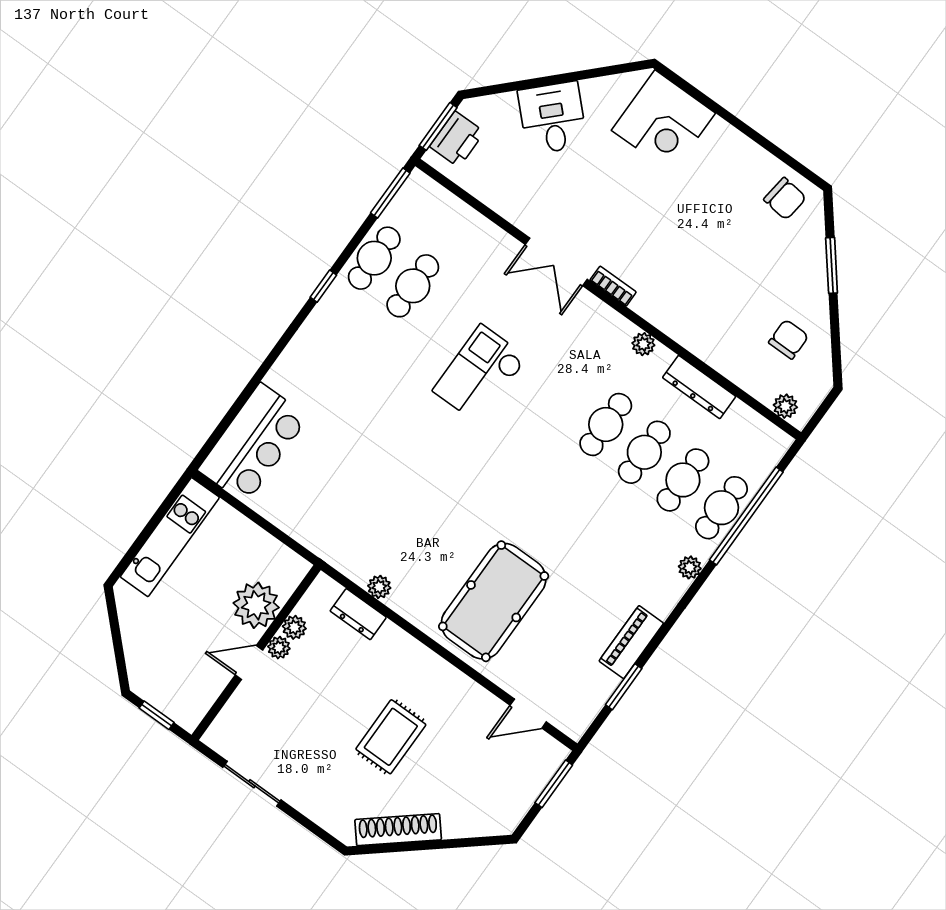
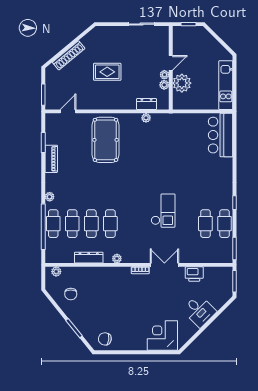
printer: (457, 139) -> (194, 274), moved, turned -90
rug: (391, 737) -> (107, 72), turned 90
shoe rack: (398, 830) -> (69, 55), moved

